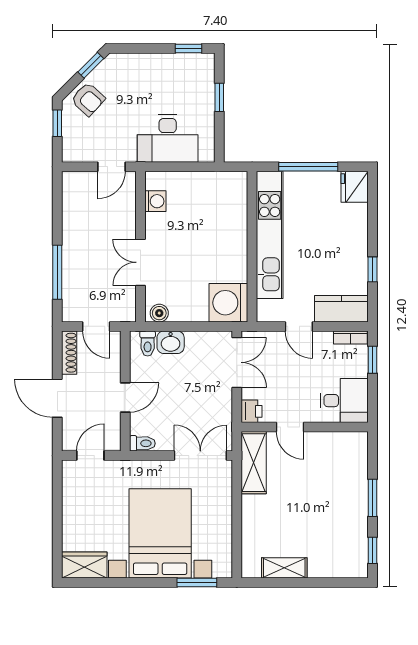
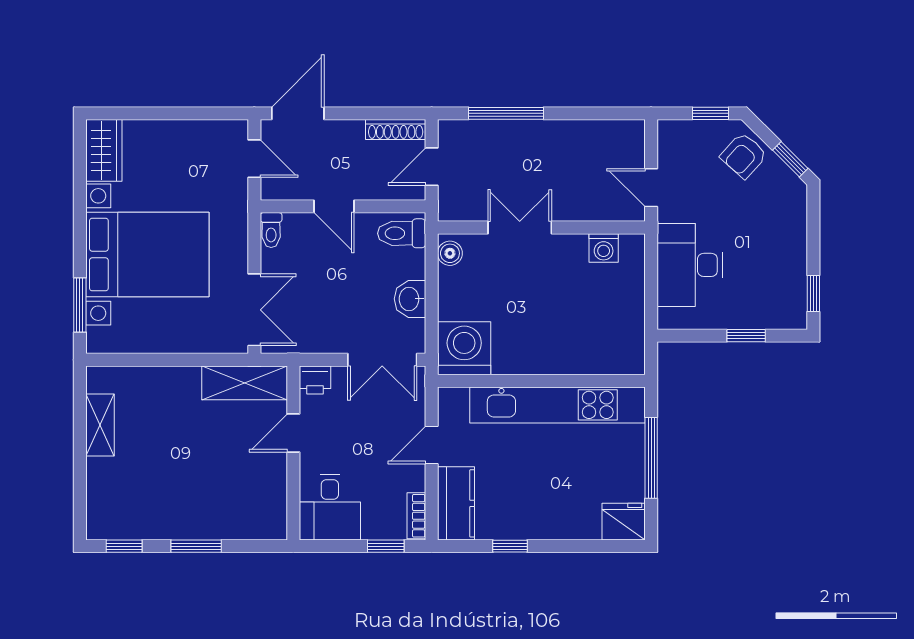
washbasin: (171, 342) -> (410, 299), moved
toilet: (148, 343) -> (402, 233), width x1.37, depth x1.39
door: (57, 398) -> (298, 113), moved

